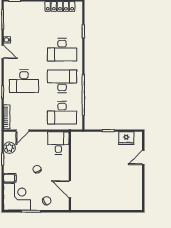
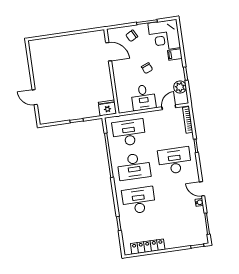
fridge: (126, 138) -> (107, 108), moved
desk: (58, 143) -> (143, 97), moved
door: (143, 157) -> (35, 97), swing flipped

